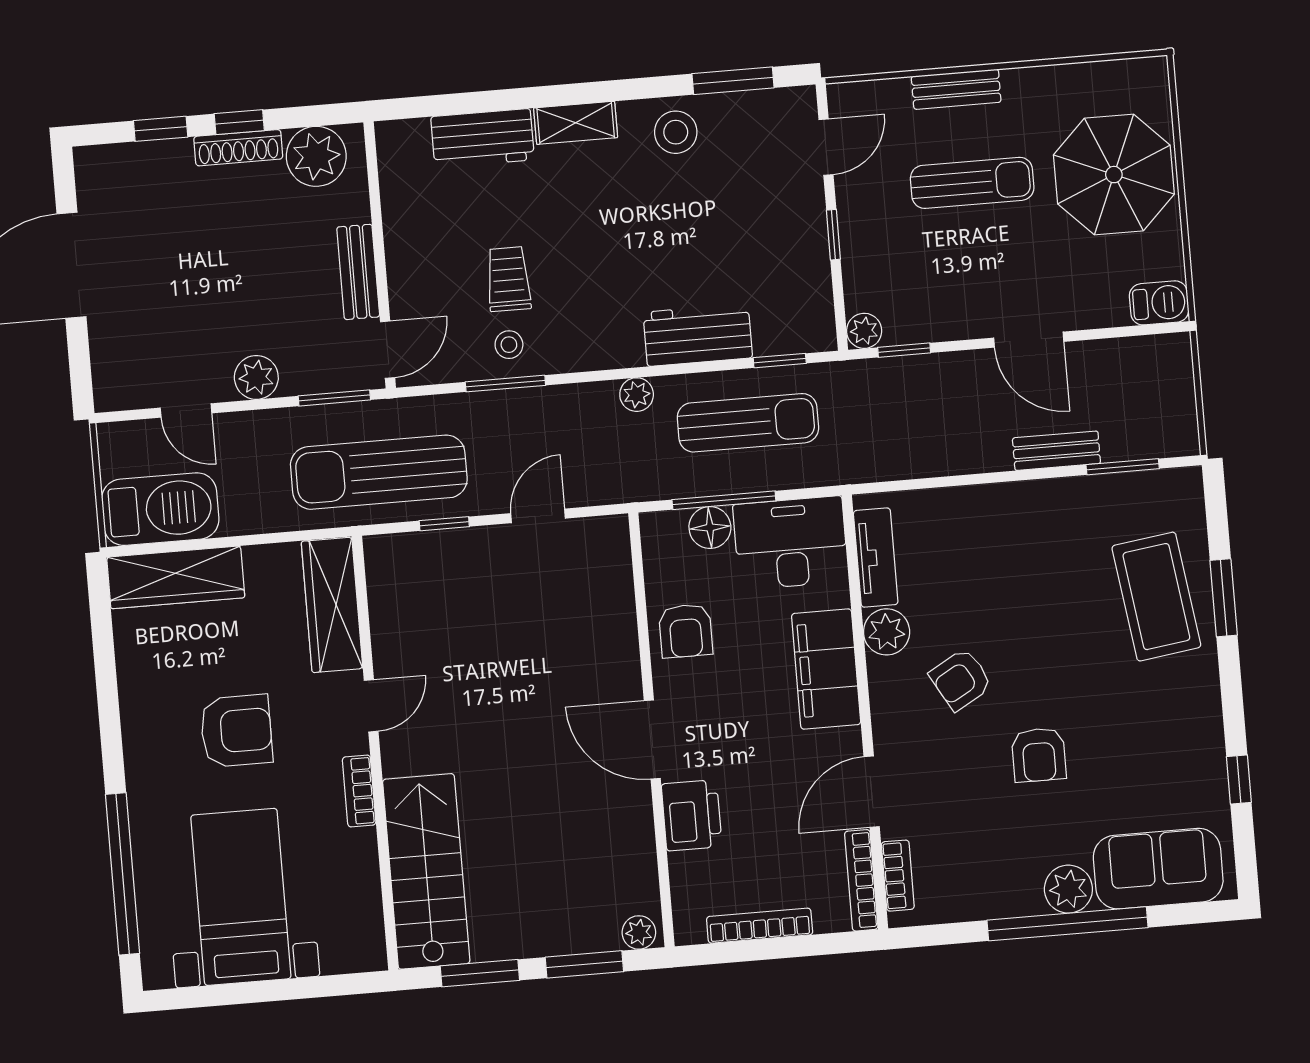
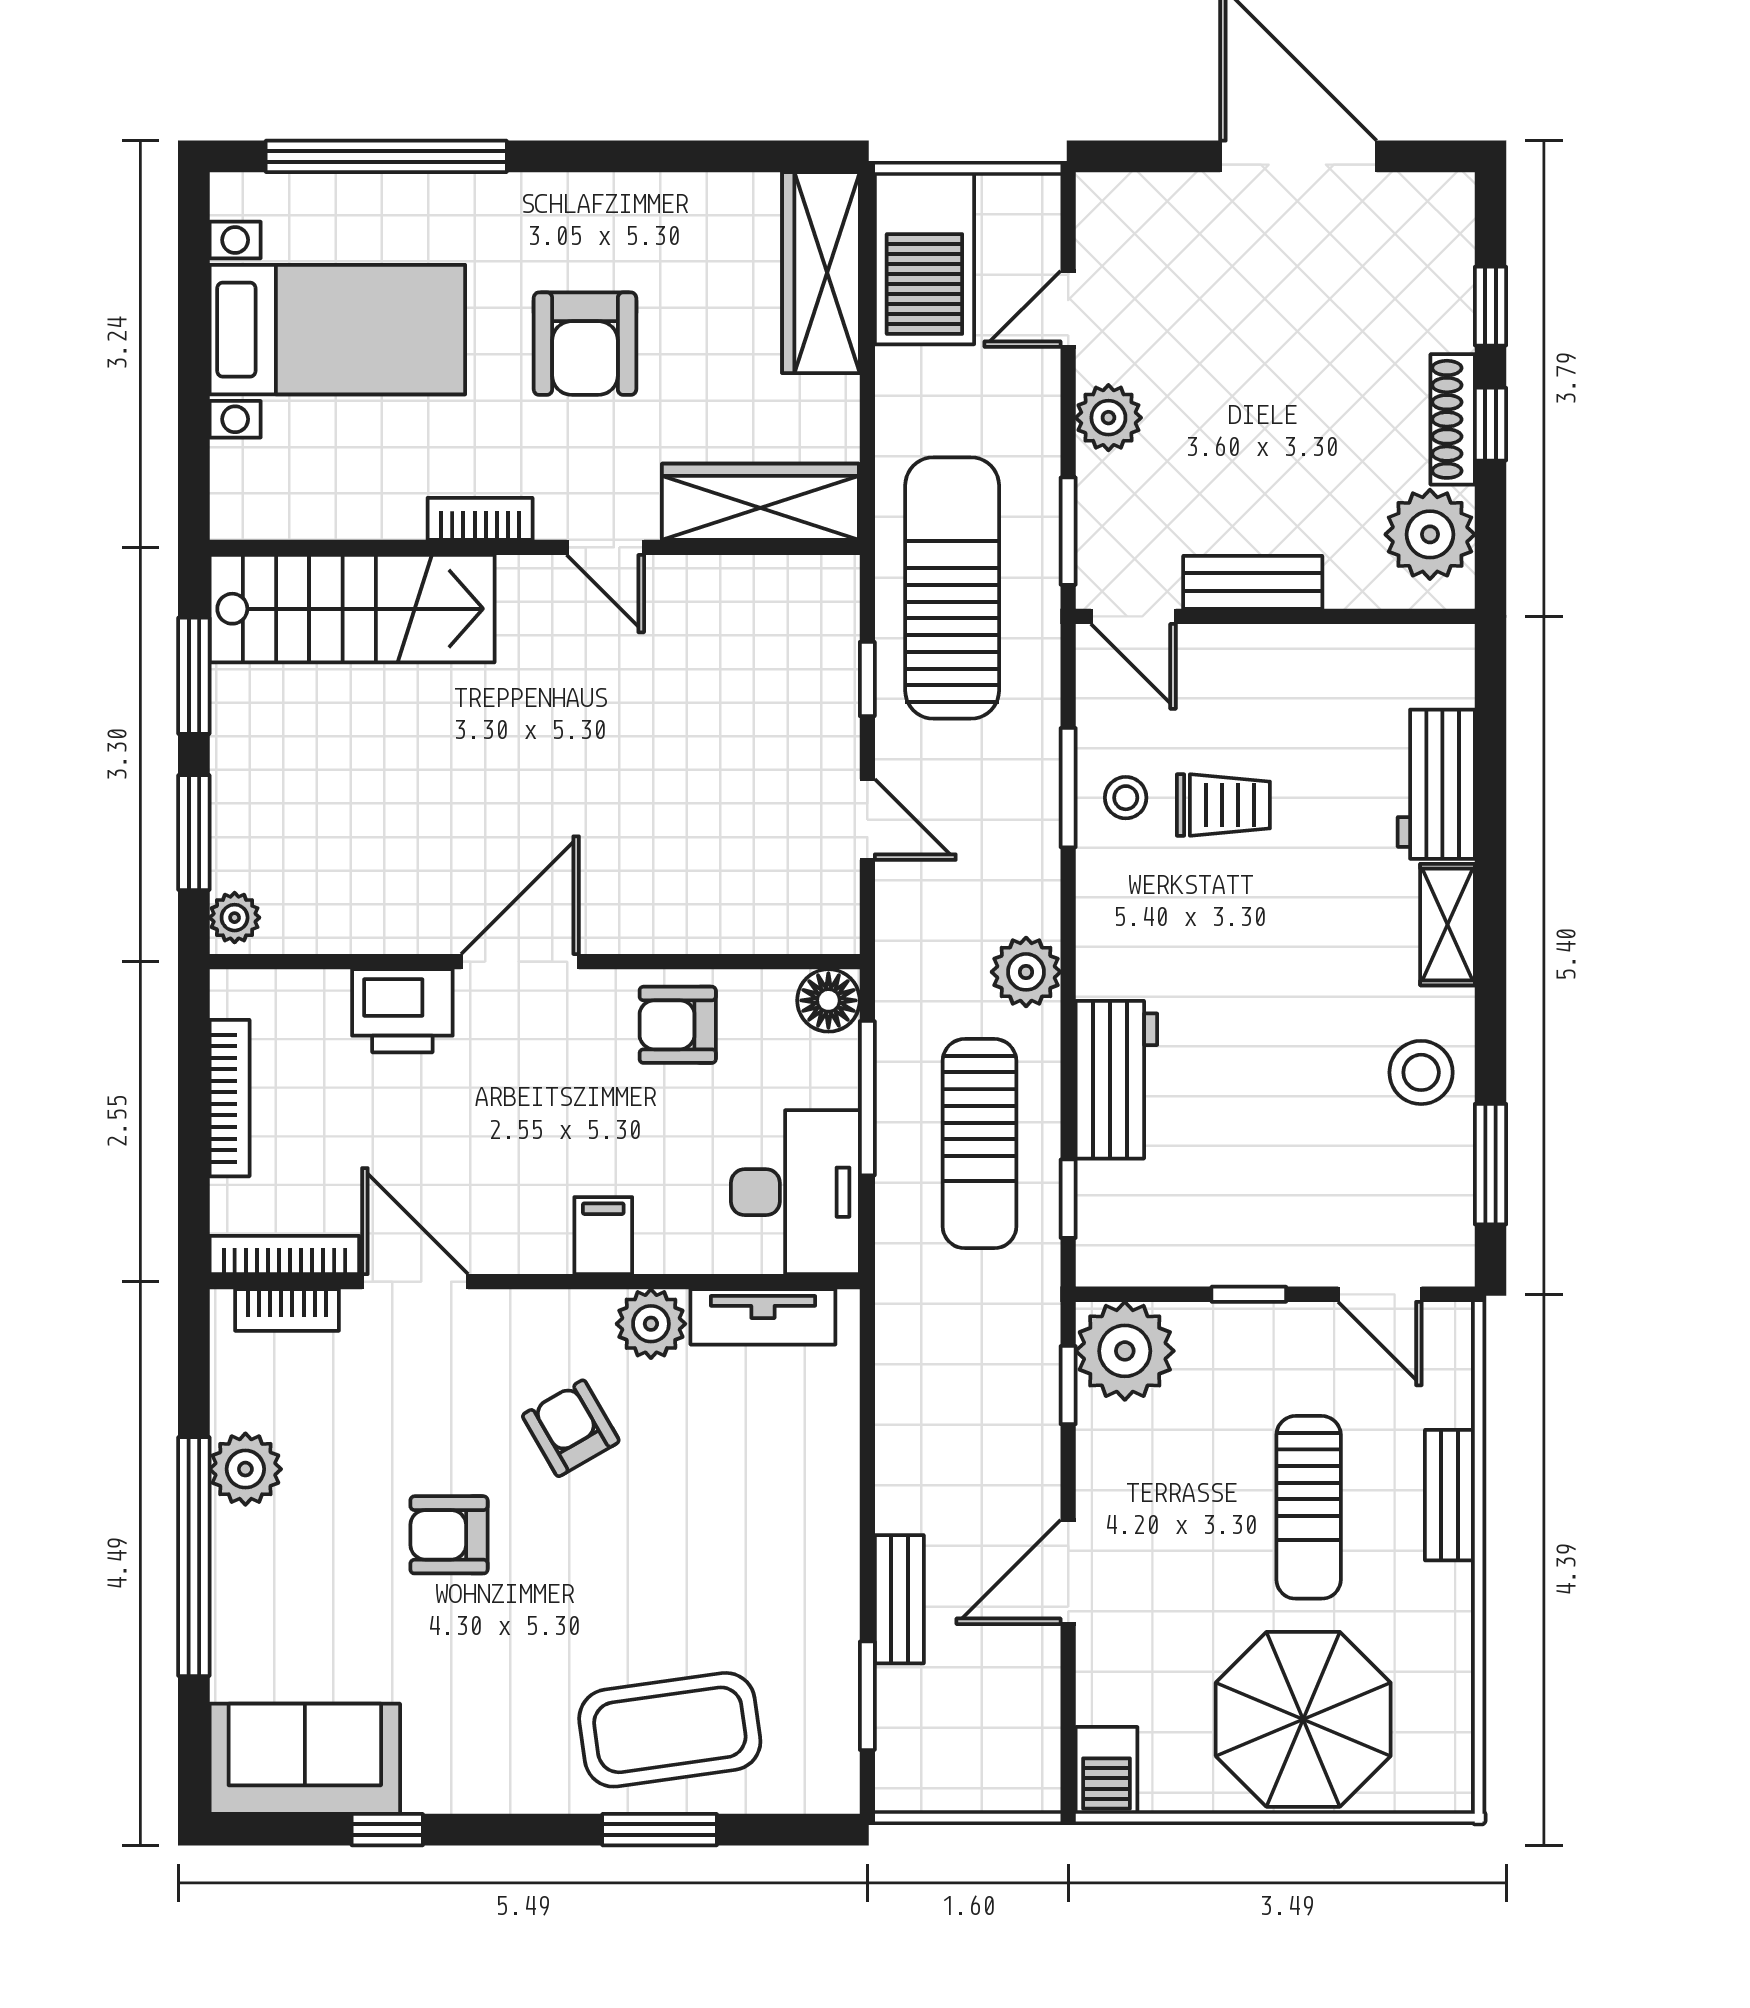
plant: (864, 331) -> (1125, 1351), width x1.88, depth x1.88
plant: (637, 395) -> (1026, 972), width x1.38, depth x1.38
floor lamp: (710, 527) -> (828, 1000), moved
filing cabinet: (826, 669) -> (603, 1236), width x0.33, depth x0.86
sofa: (1158, 869) -> (305, 1759), moved, turned -90
plant: (1068, 889) -> (245, 1469), moved

